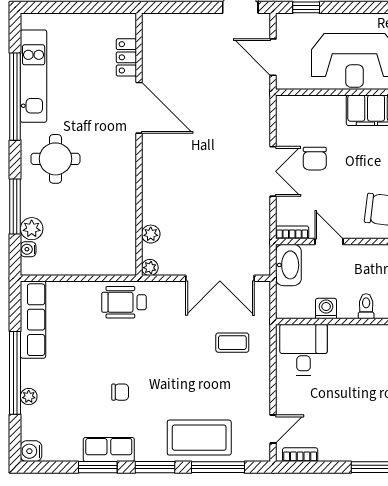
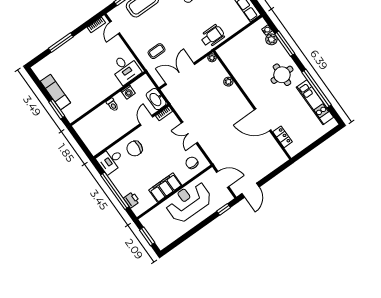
chair: (315, 159) -> (192, 163), moved
plant: (151, 234) -> (228, 82), moved
door: (329, 242) -> (146, 120), swing flipped

